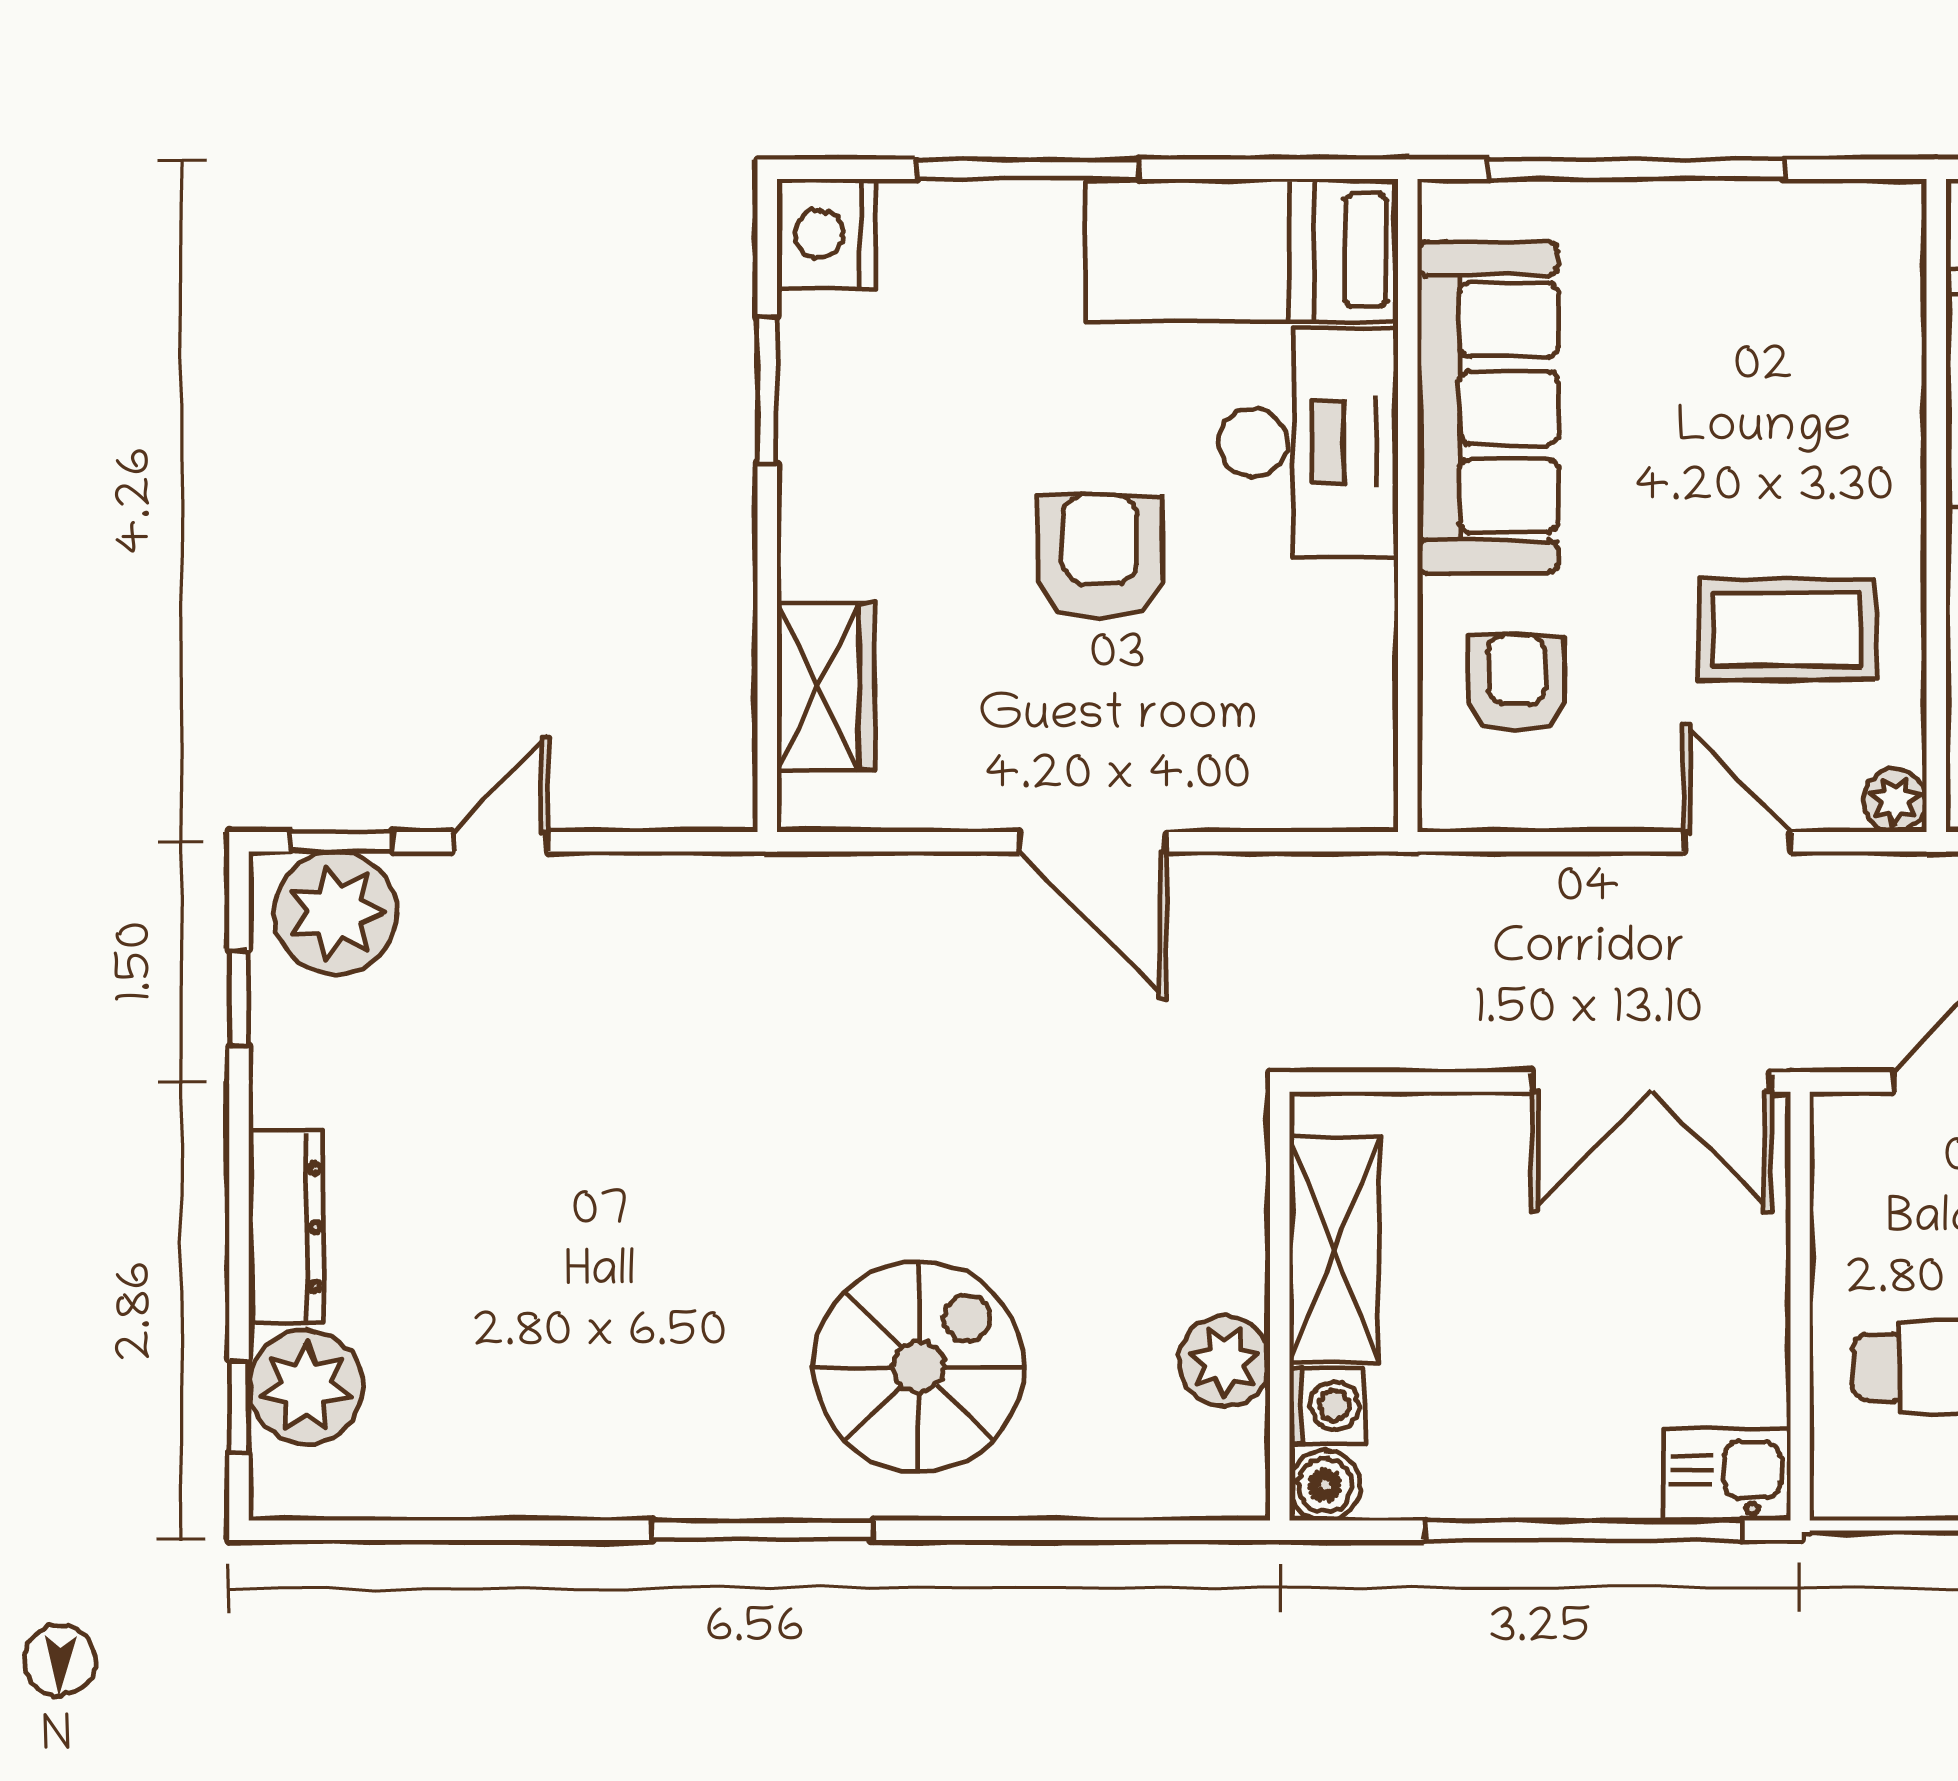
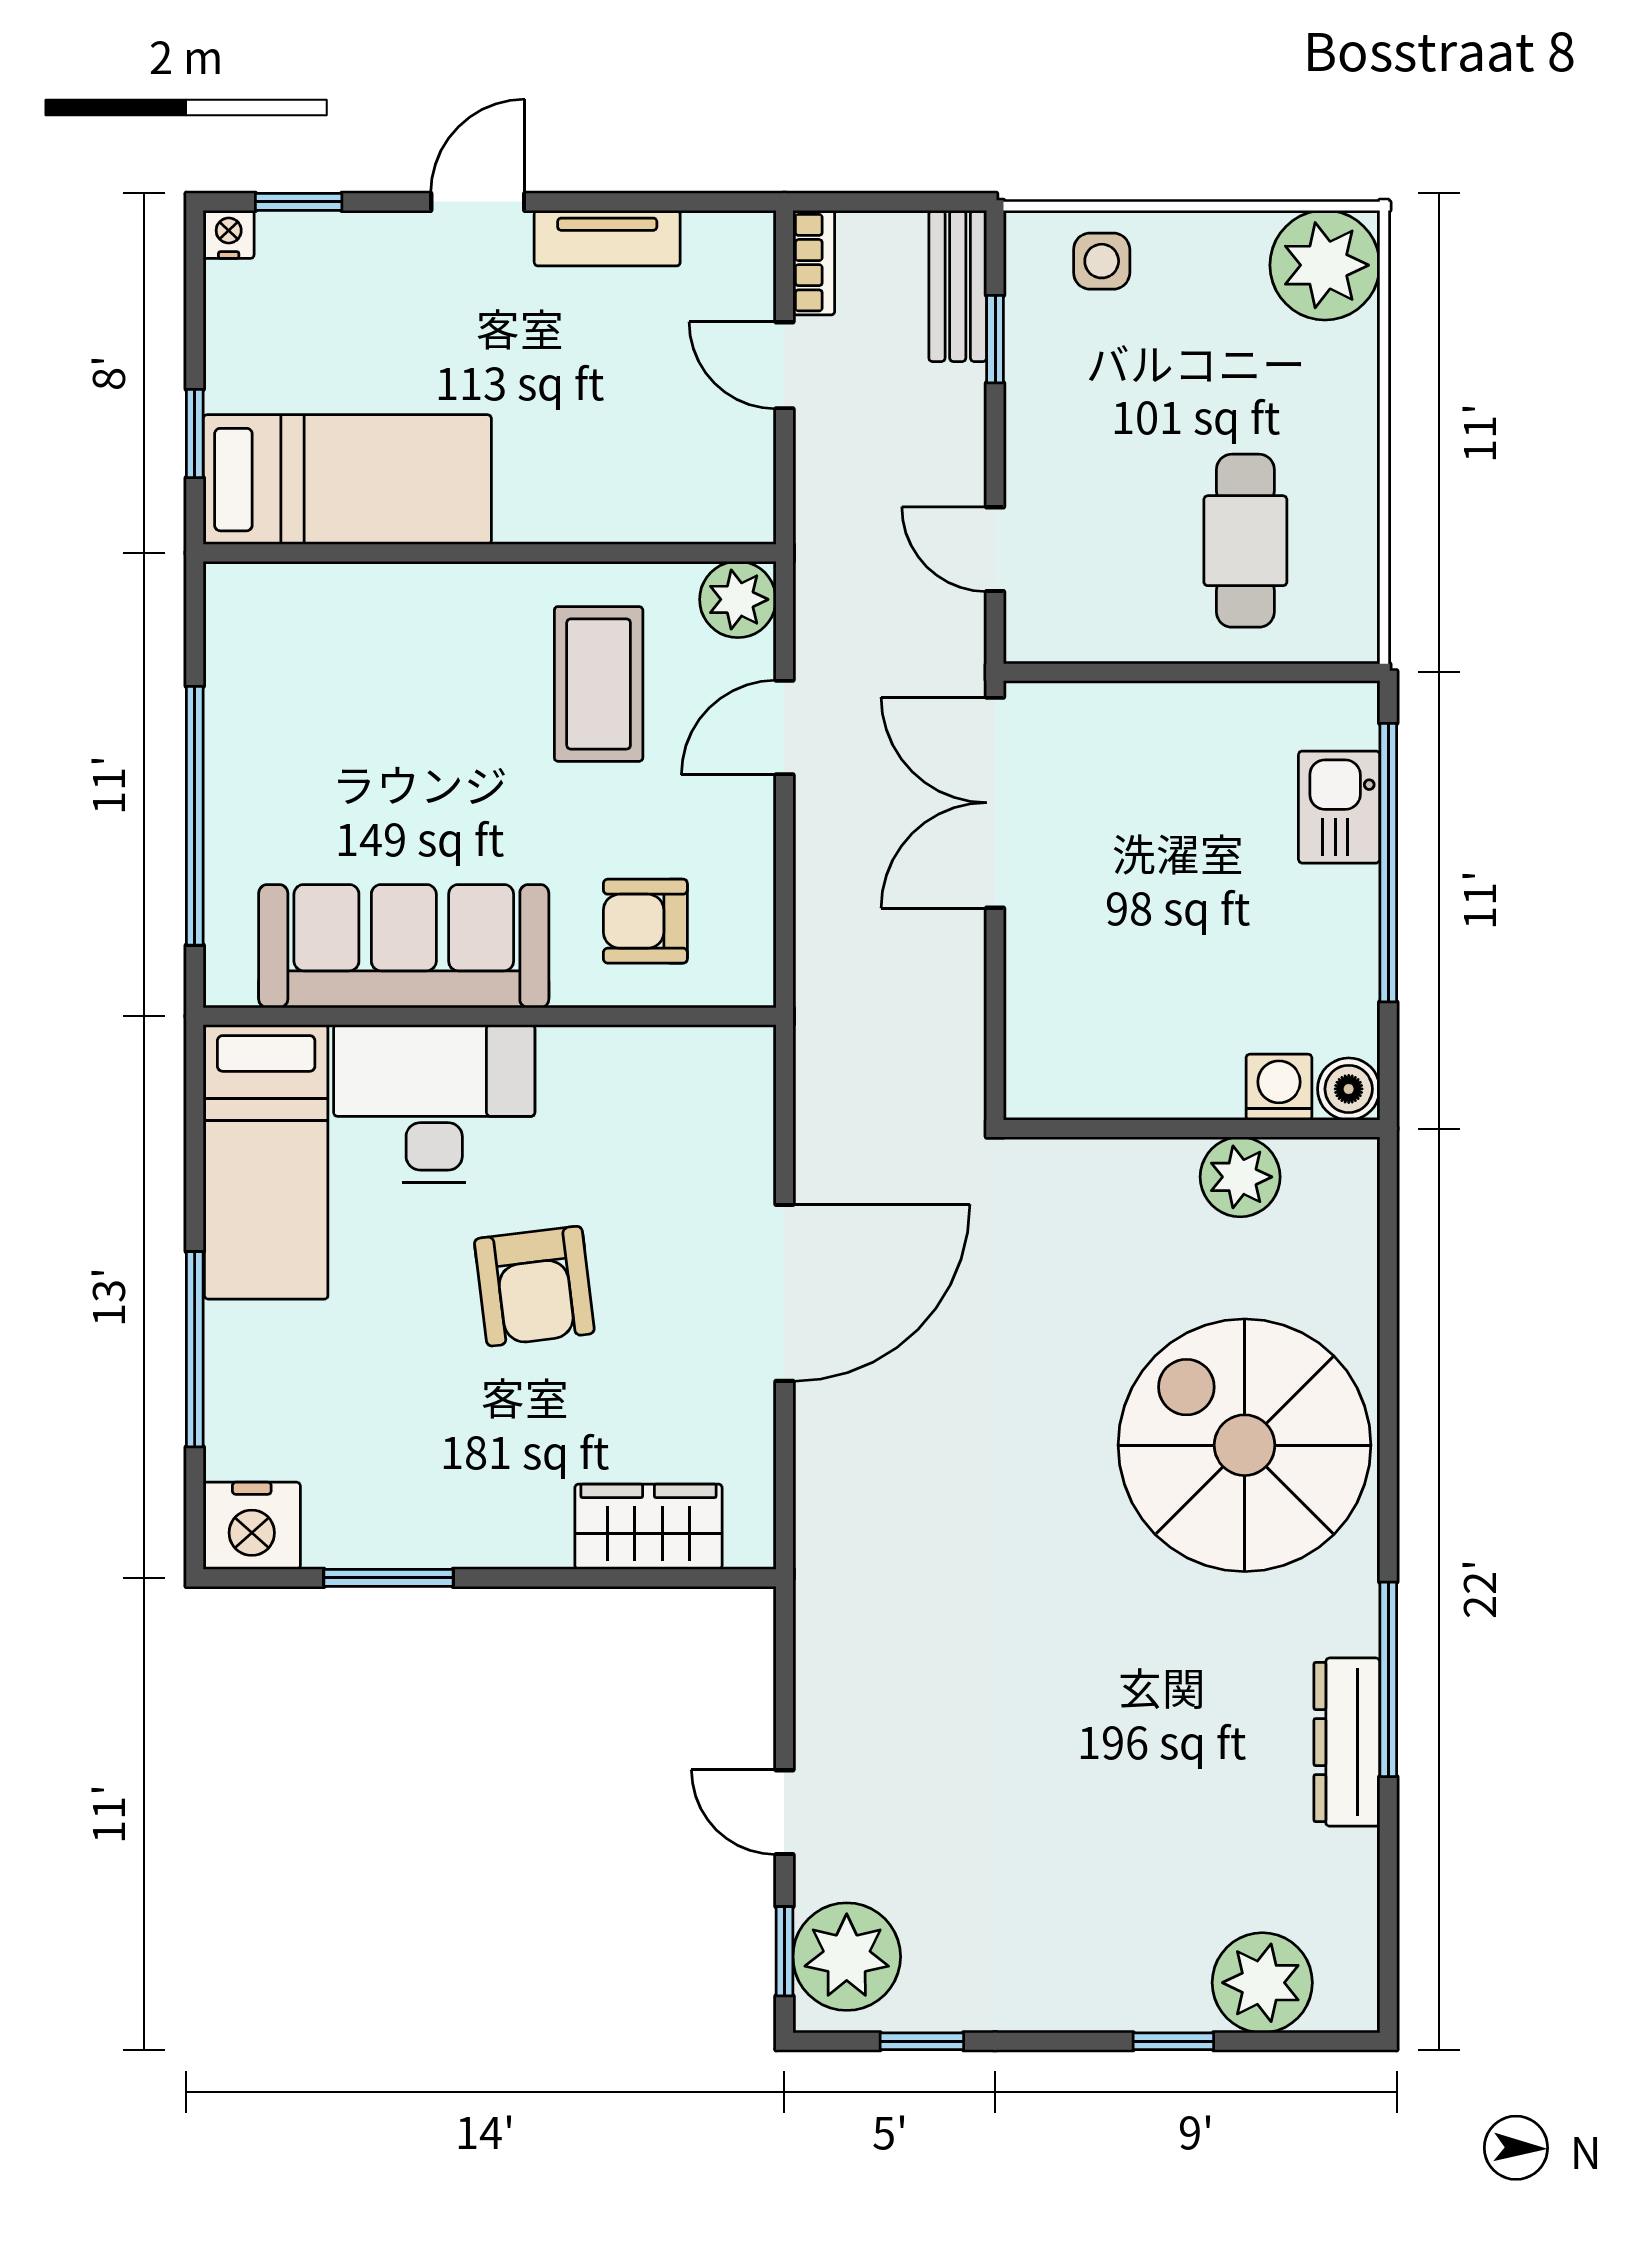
armchair: (1100, 557) -> (534, 1286), turned -97
plant: (1895, 801) -> (738, 599), width x1.38, depth x1.38
door: (1092, 842) -> (784, 1293), width x1.36
double door: (1651, 1082) -> (995, 803), swing flipped
dresser: (286, 1227) -> (1347, 1742), moved, turned -90
shelving: (1334, 1250) -> (1142, 1081), removed
spiral stairs: (919, 1366) -> (1245, 1445), width x1.37, depth x1.37
window: (239, 1406) -> (1173, 2041), moved
kitchen sink: (1727, 1474) -> (1339, 807), moved
window: (762, 1530) -> (1388, 1679), moved

